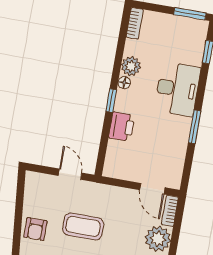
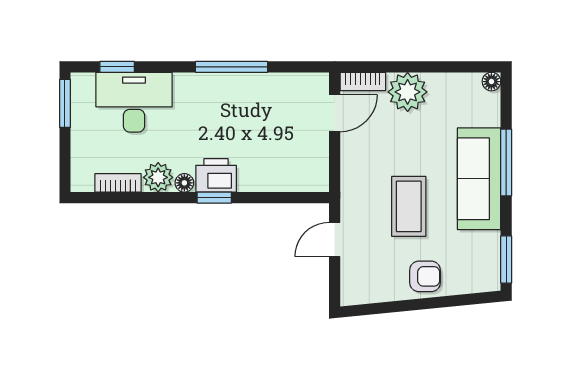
bookcase: (135, 23) -> (118, 183), moved
desk: (177, 89) -> (134, 102), moved
printer: (122, 127) -> (216, 175), moved
window: (195, 127) -> (231, 67), width x1.44

